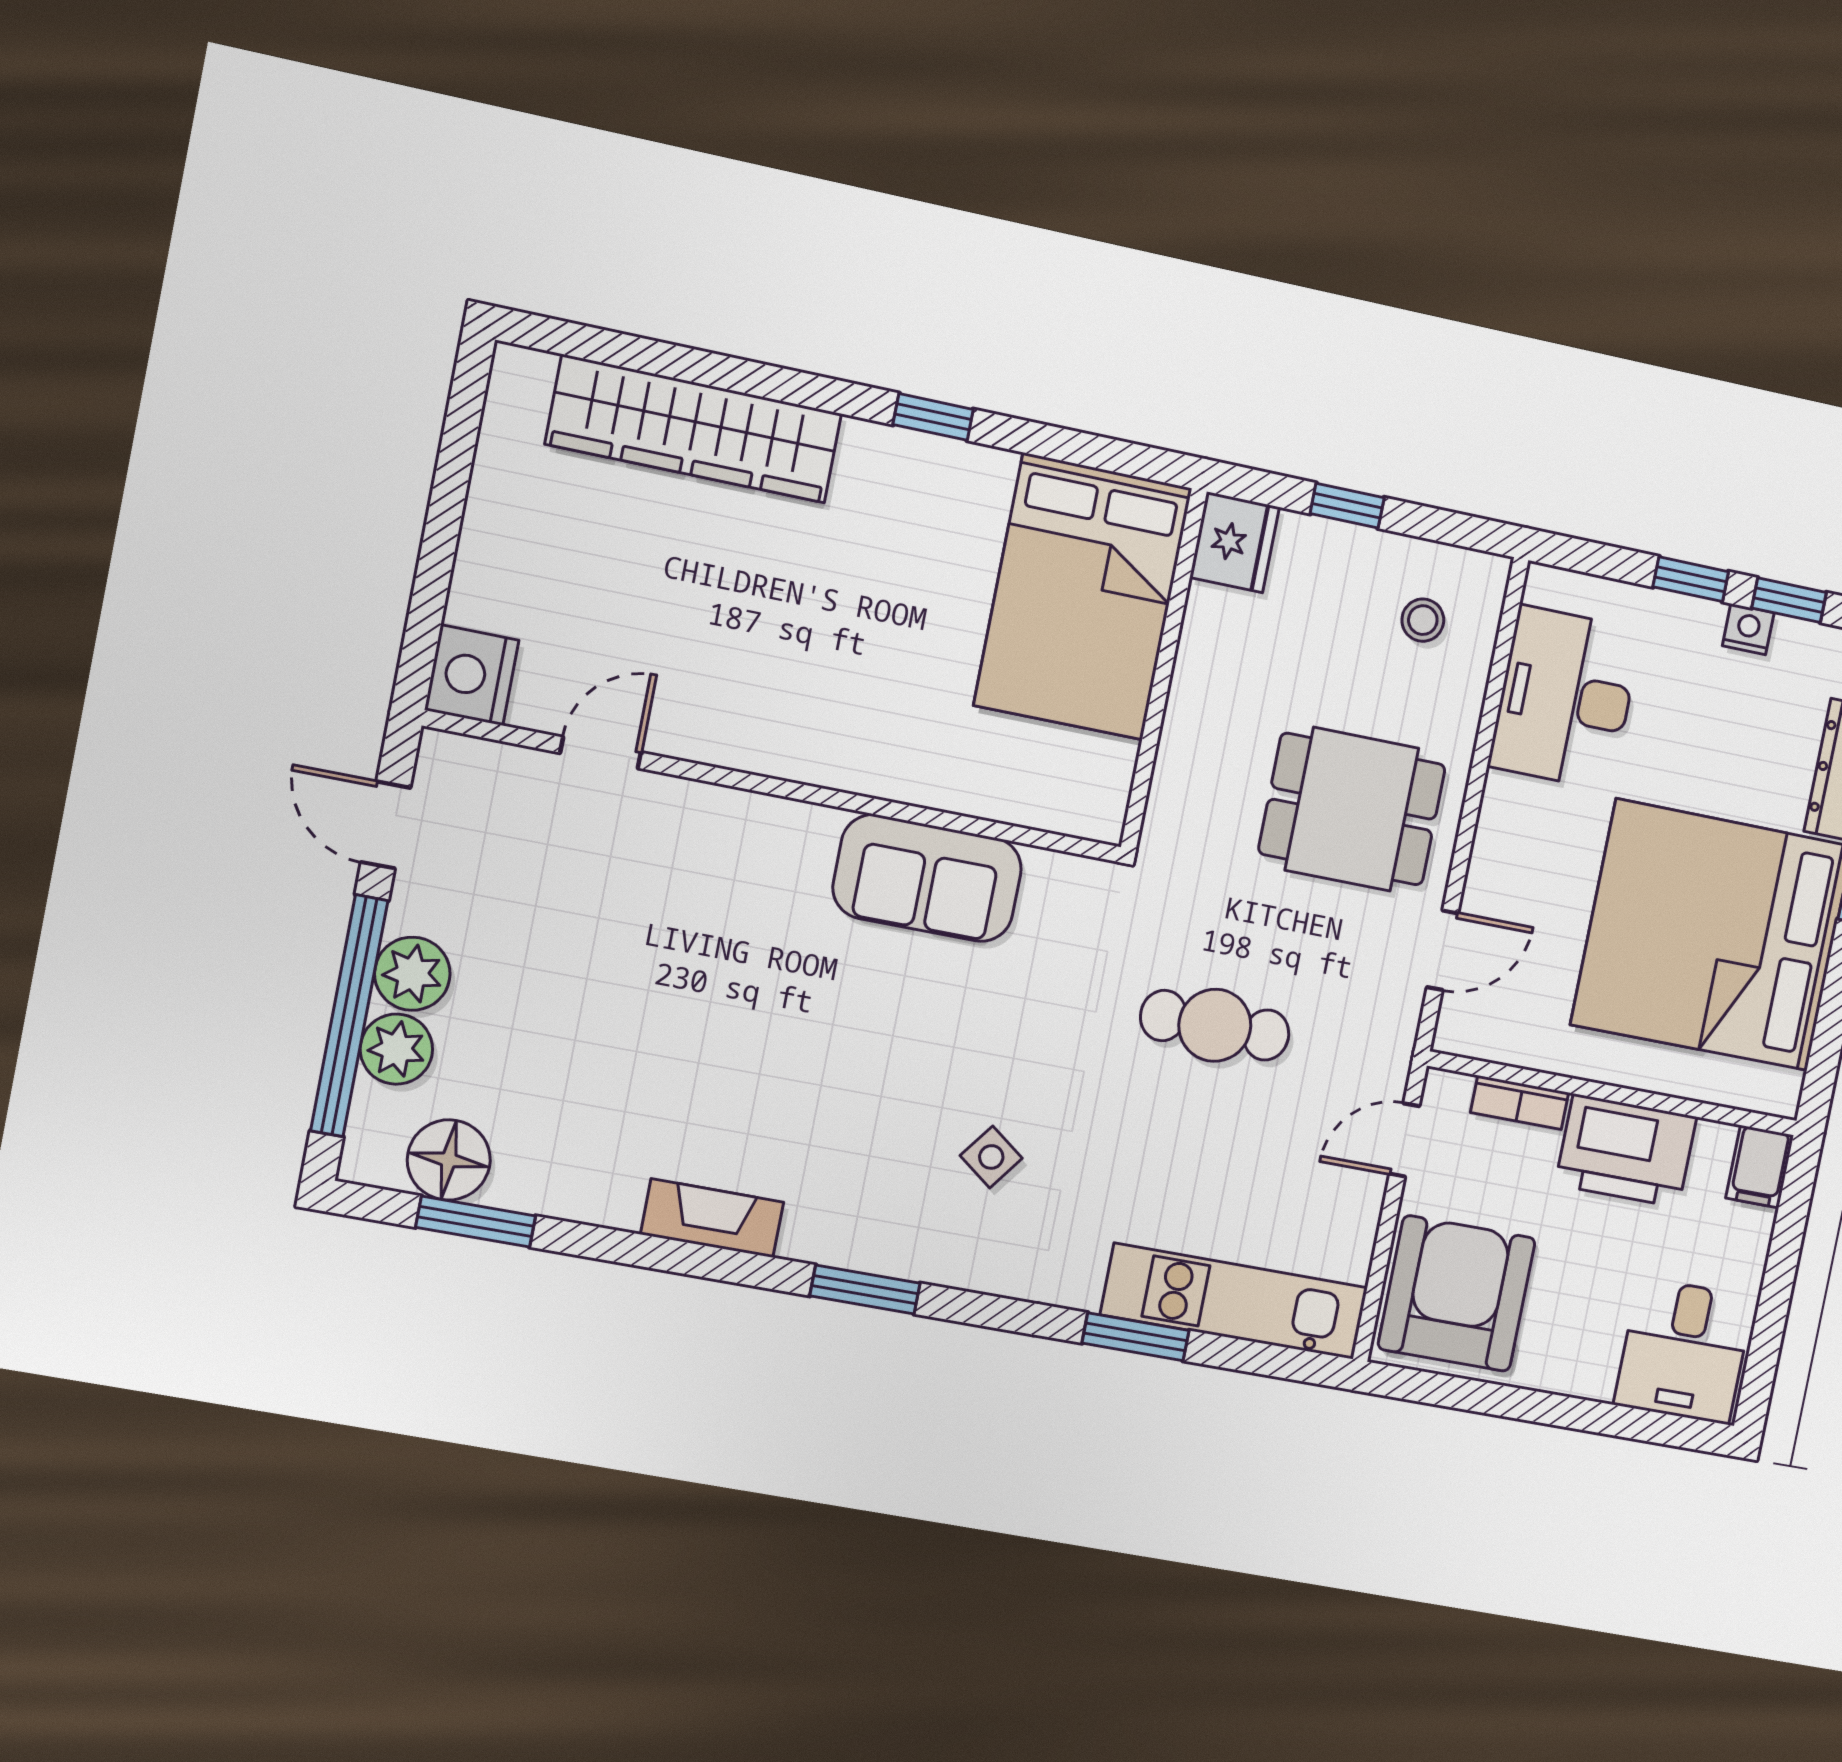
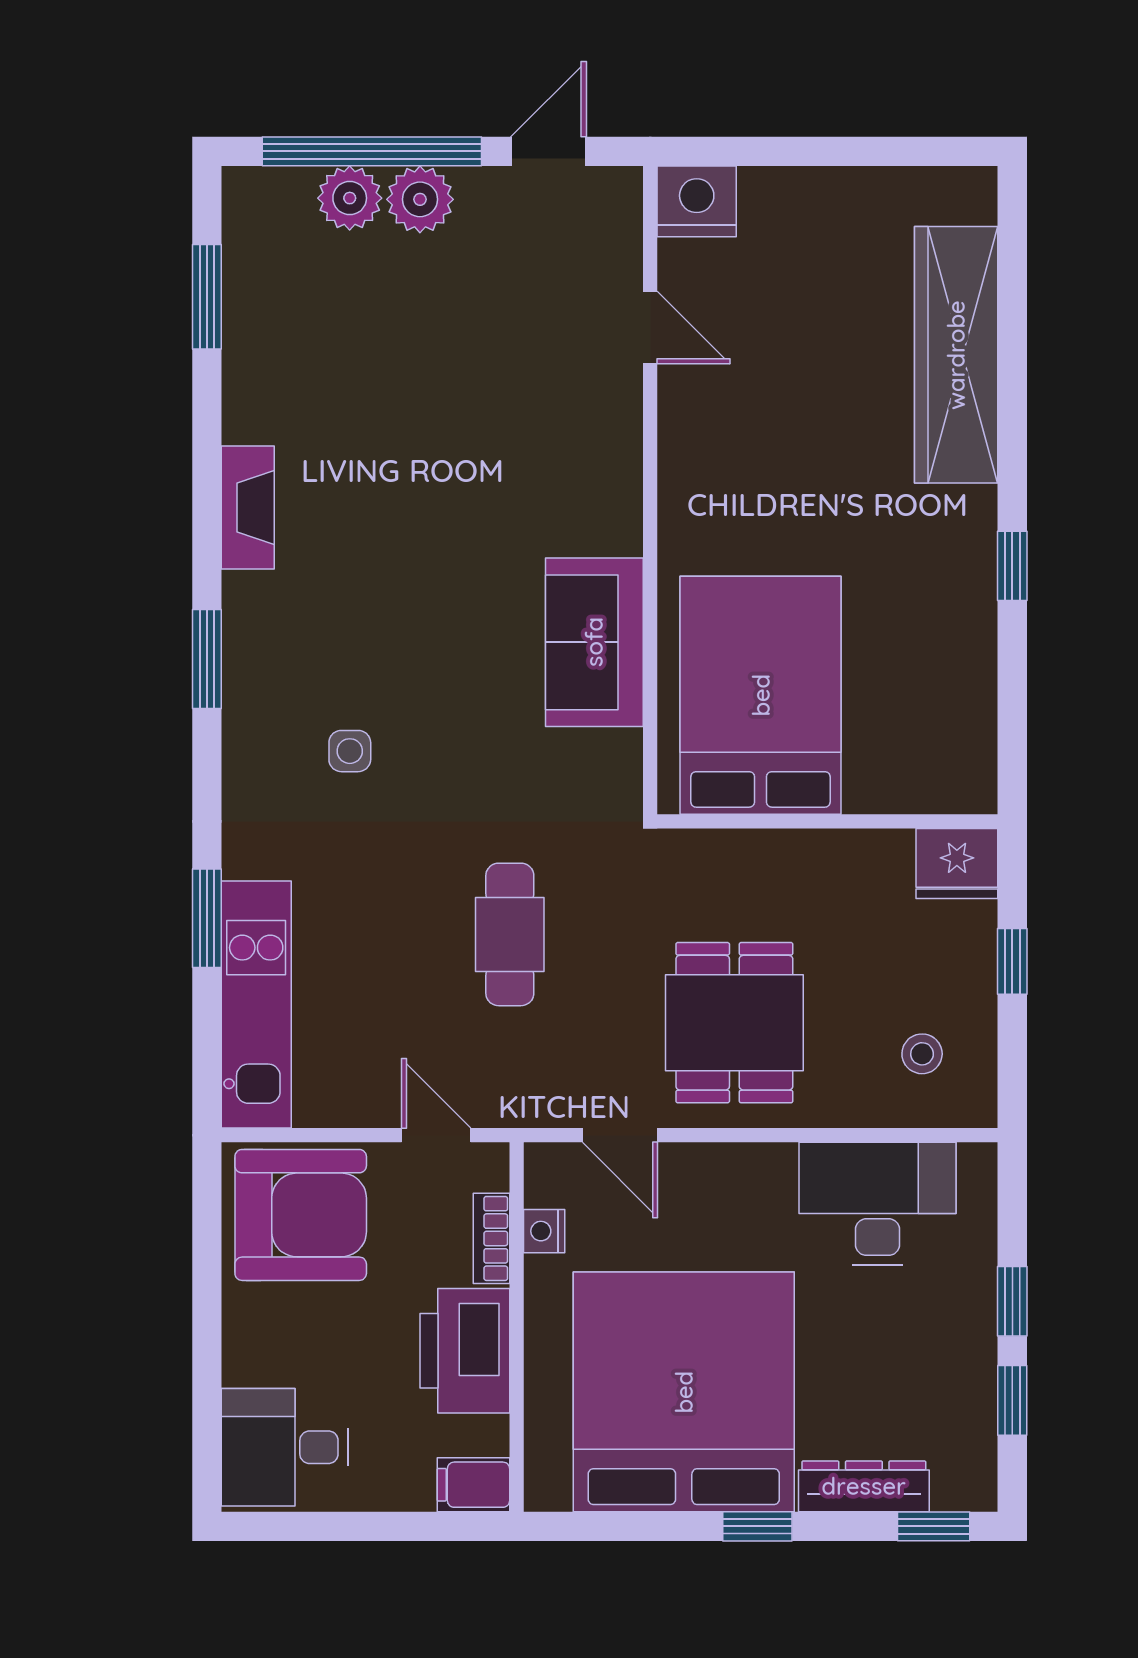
bed: (1083, 597) -> (761, 695), moved, turned 90
nightstand: (1748, 629) -> (544, 1231), moved, turned 180
side table: (991, 1157) -> (350, 751), turned -37
floor lamp: (449, 1160) -> (258, 263), removed

